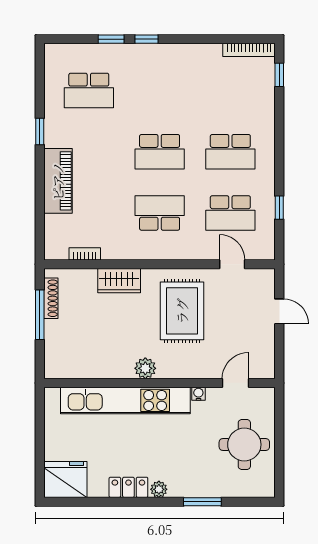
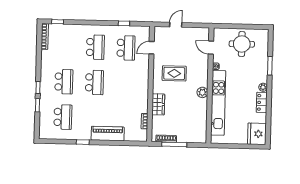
school desk: (160, 213) -> (64, 82), moved, turned 180
rug: (182, 311) -> (174, 73), width x0.73, depth x0.70

